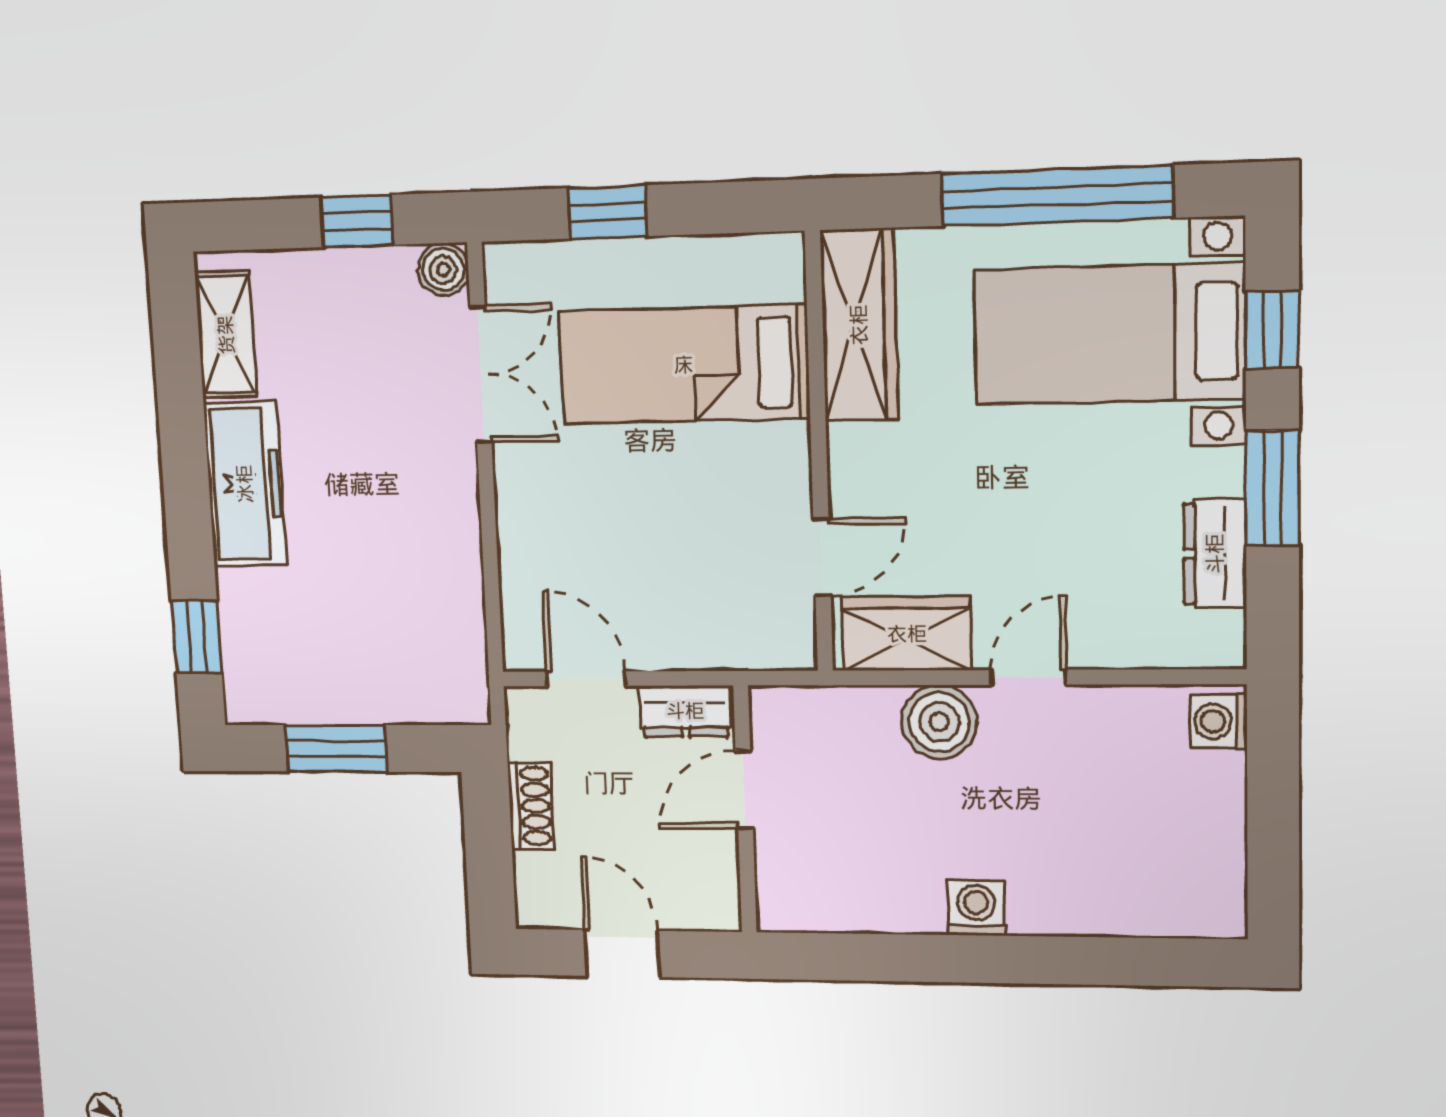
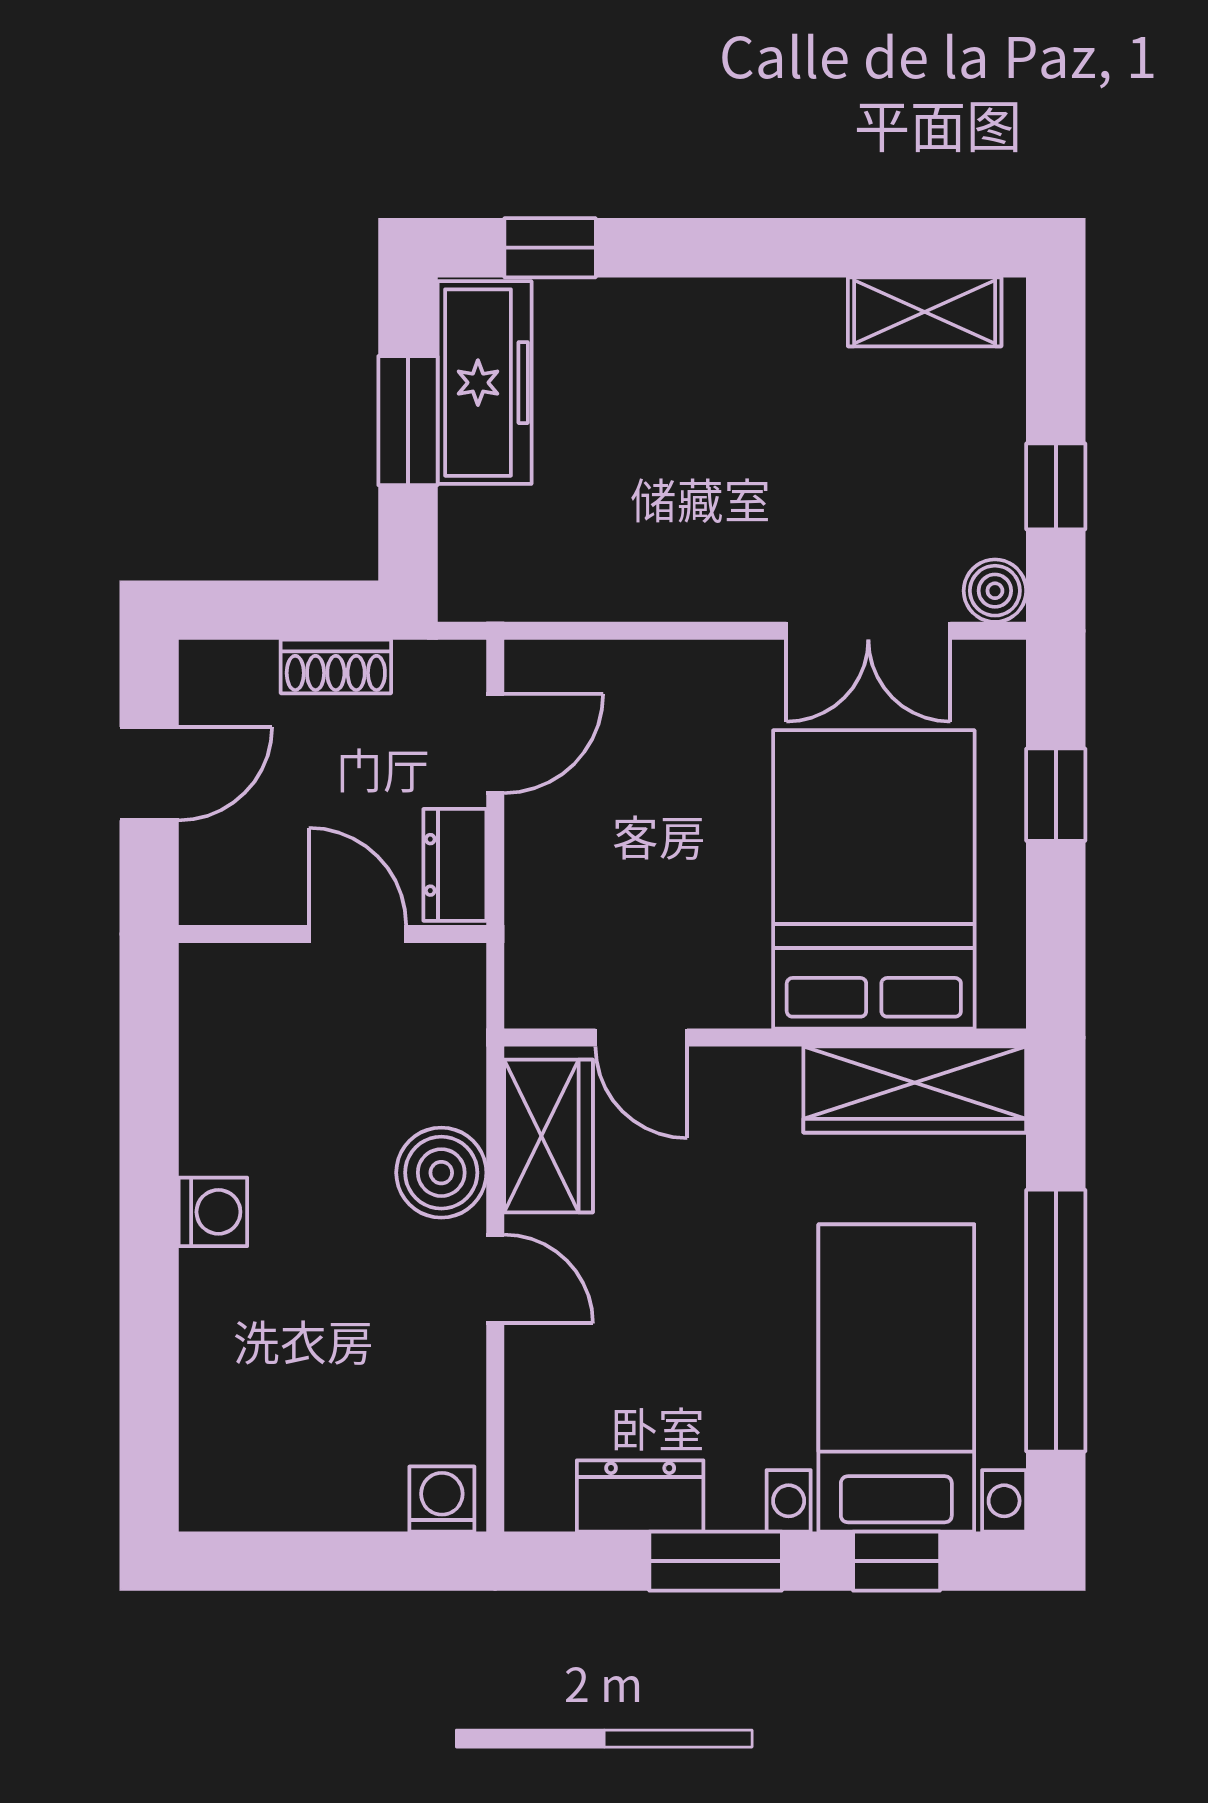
bed: (684, 365) -> (874, 879), width x1.50
freezer: (245, 484) -> (485, 383), moved, turned -90

